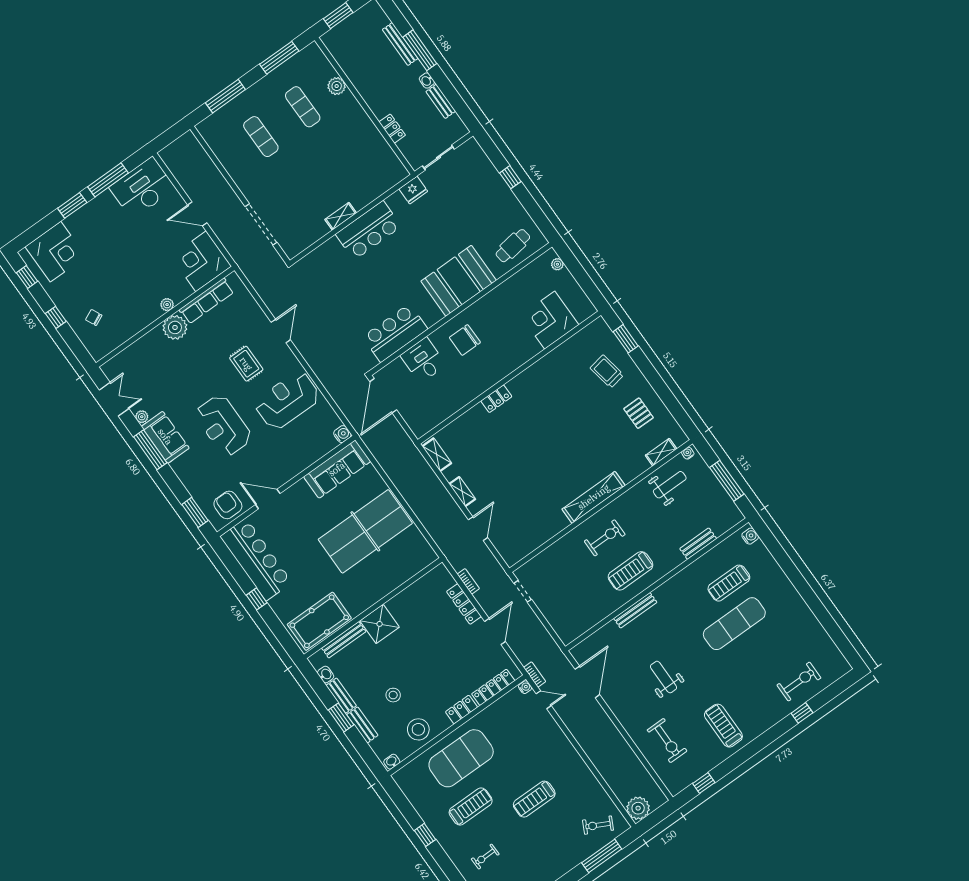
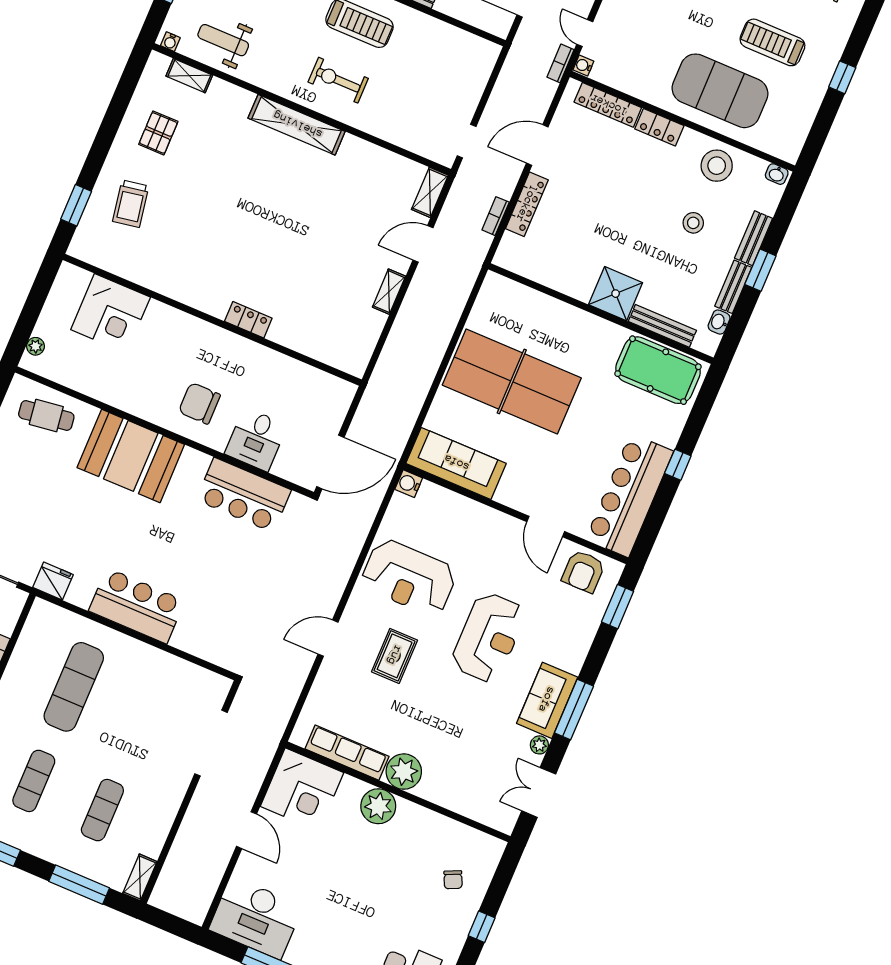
exercise mat: (344, 164) -> (74, 687), added
shelving: (341, 216) -> (140, 877), moved, turned 90
plant: (167, 305) -> (378, 806), width x1.88, depth x1.88
chair: (465, 340) -> (199, 403), turned 180
shelving: (437, 455) -> (430, 192), moved

